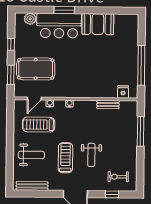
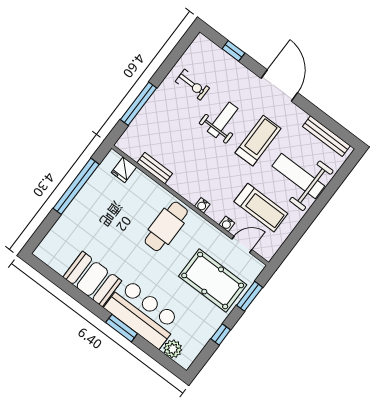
cafe table: (80, 79) -> (166, 226), added
weight bench: (31, 155) -> (298, 176), width x1.36, depth x1.33
treadmill: (65, 158) -> (258, 141), turned 180
exercise bike: (118, 177) -> (192, 85), moved

